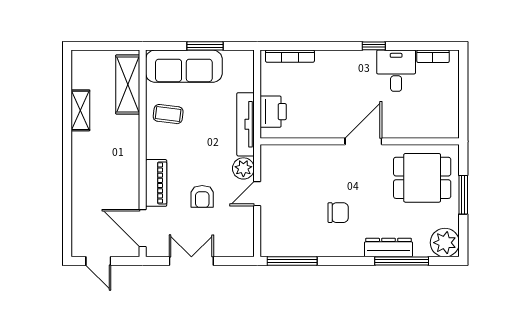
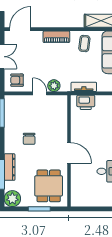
tv unit: (246, 124) -> (84, 87), width x0.71
piano: (156, 183) -> (56, 37), moved
armchair: (202, 196) -> (17, 80), moved

